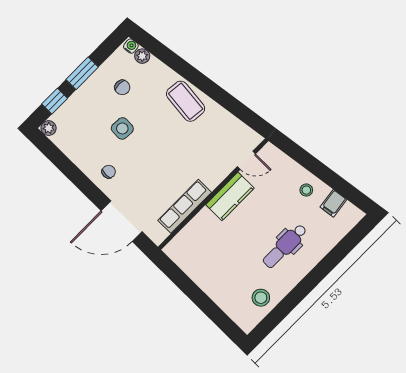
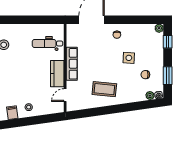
window: (82, 73) -> (168, 76), moved
coffee table: (186, 101) -> (104, 89), moved
row of seats: (185, 206) -> (72, 64), moved
dental chair: (285, 246) -> (47, 44), moved, turned -90

